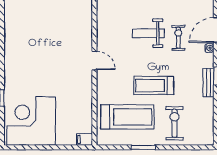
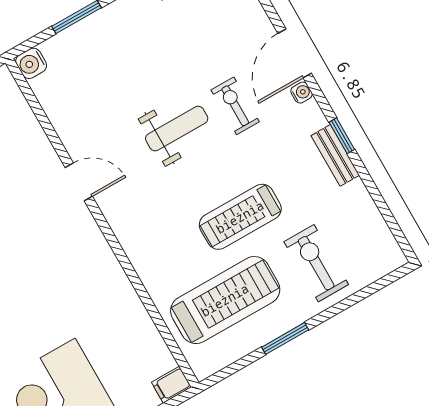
weight bench: (148, 33) -> (177, 129), turned 180
door: (94, 61) -> (79, 182), moved

